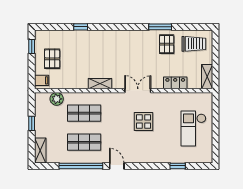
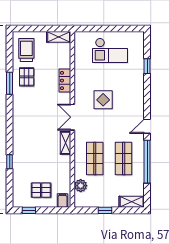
pallet: (167, 44) -> (27, 77), turned 90
locker: (175, 83) -> (65, 81), moved
double door: (138, 91) -> (72, 117), moved

